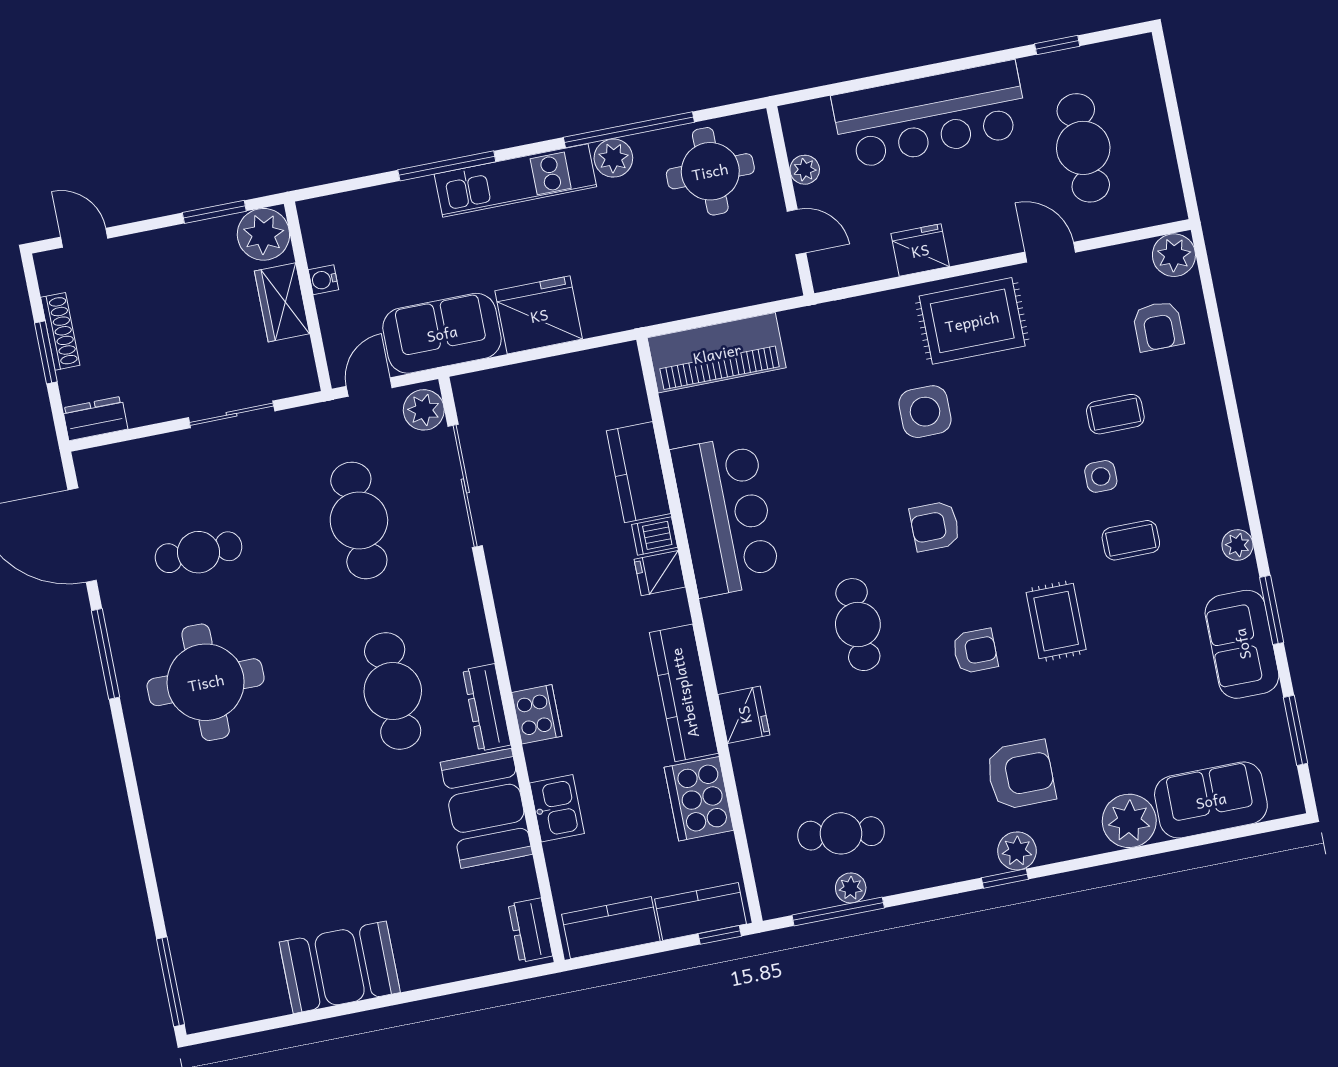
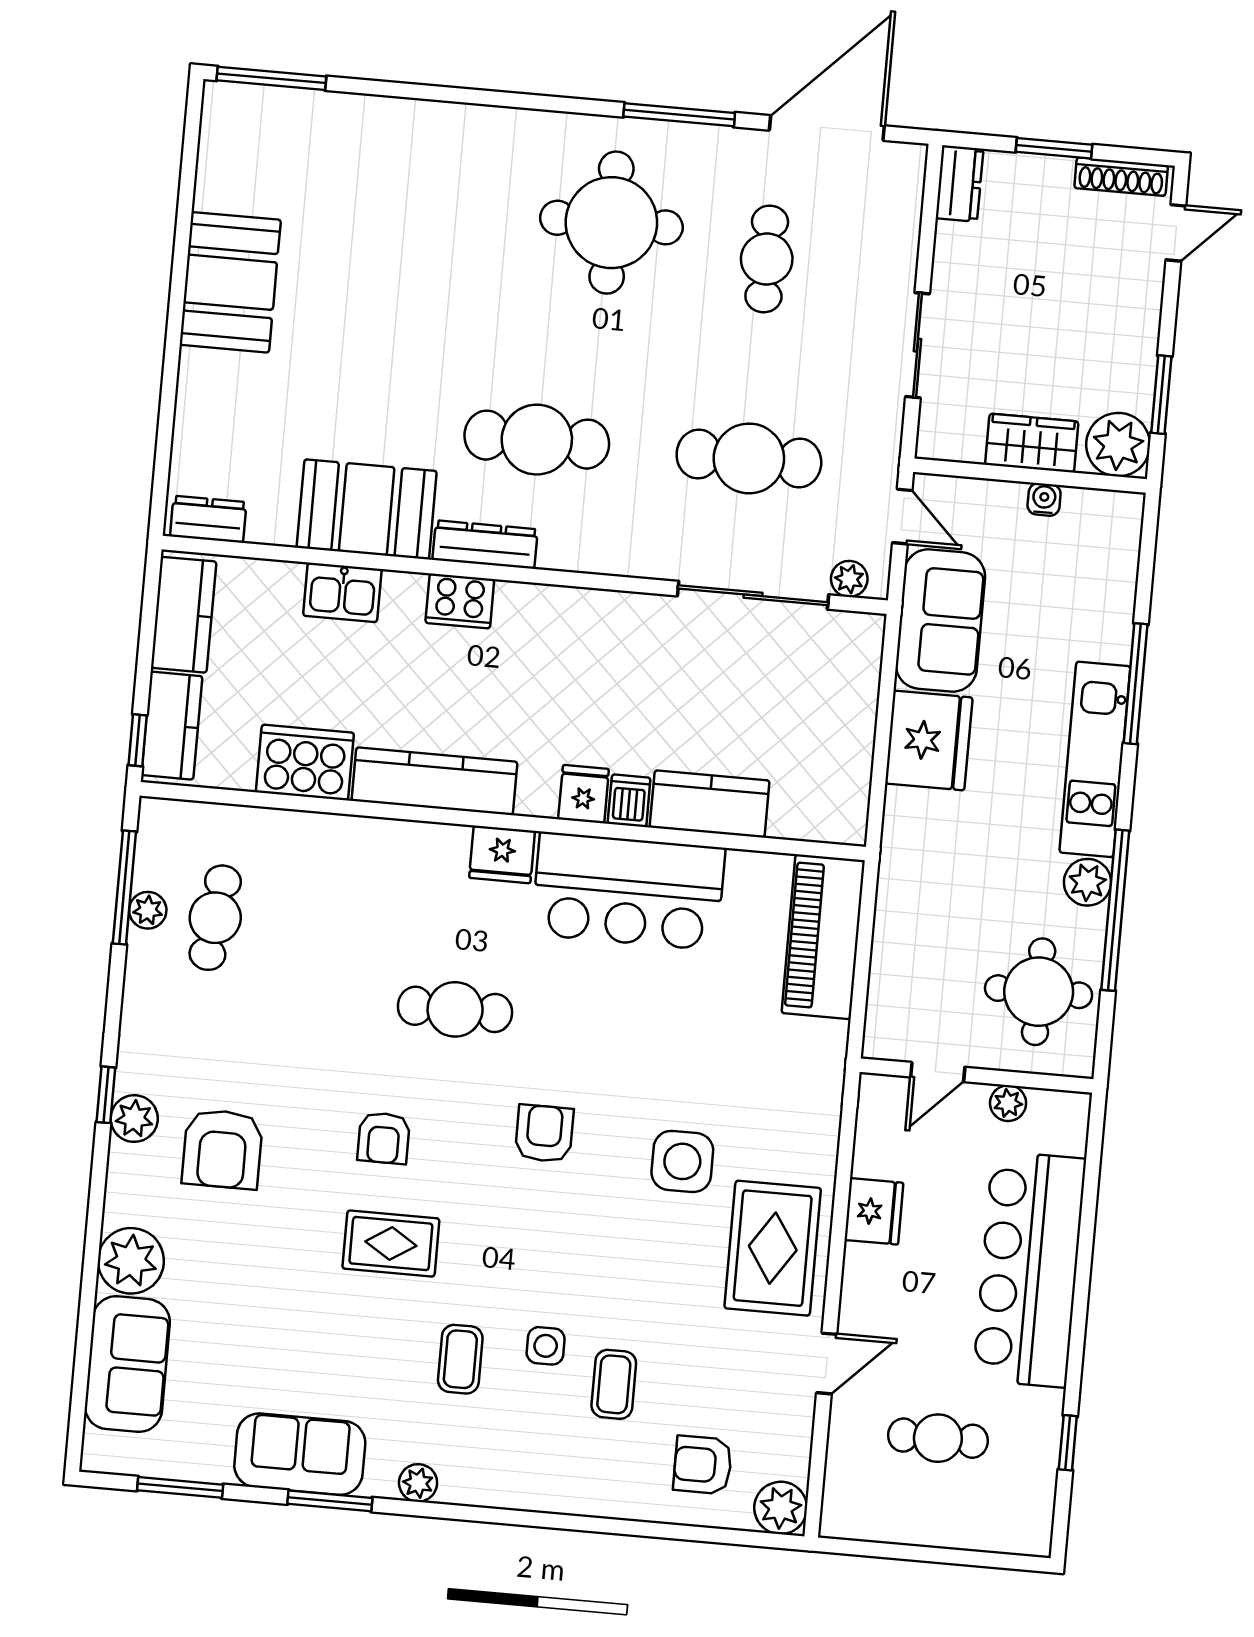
cafe table: (1083, 148) -> (938, 1438), width x0.73, depth x0.74
shoe rack: (60, 331) -> (1121, 177), moved
plant: (424, 410) -> (849, 579), width x0.73, depth x0.73
fridge: (744, 715) -> (502, 854), moved

